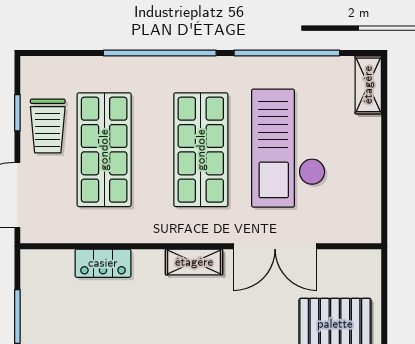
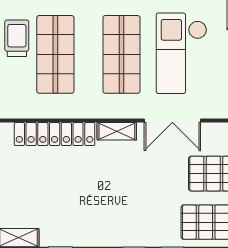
trolley: (48, 126) -> (17, 38), turned 180
locker: (103, 263) -> (55, 134), width x2.16, depth x1.21

